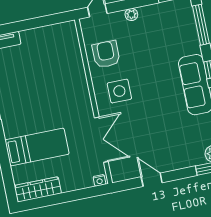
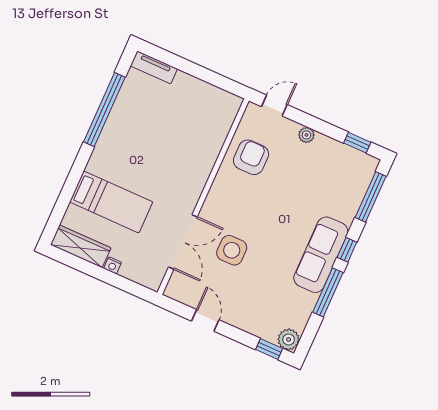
side table: (119, 91) -> (232, 250), moved
nightstand: (99, 180) -> (113, 265), moved

